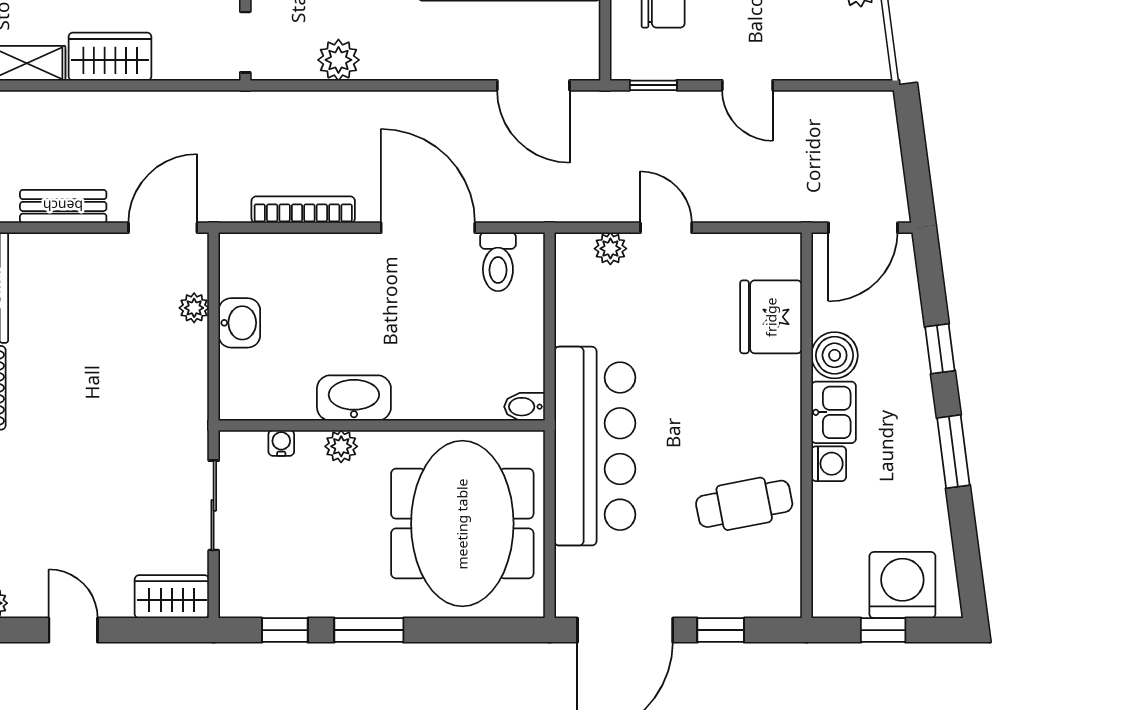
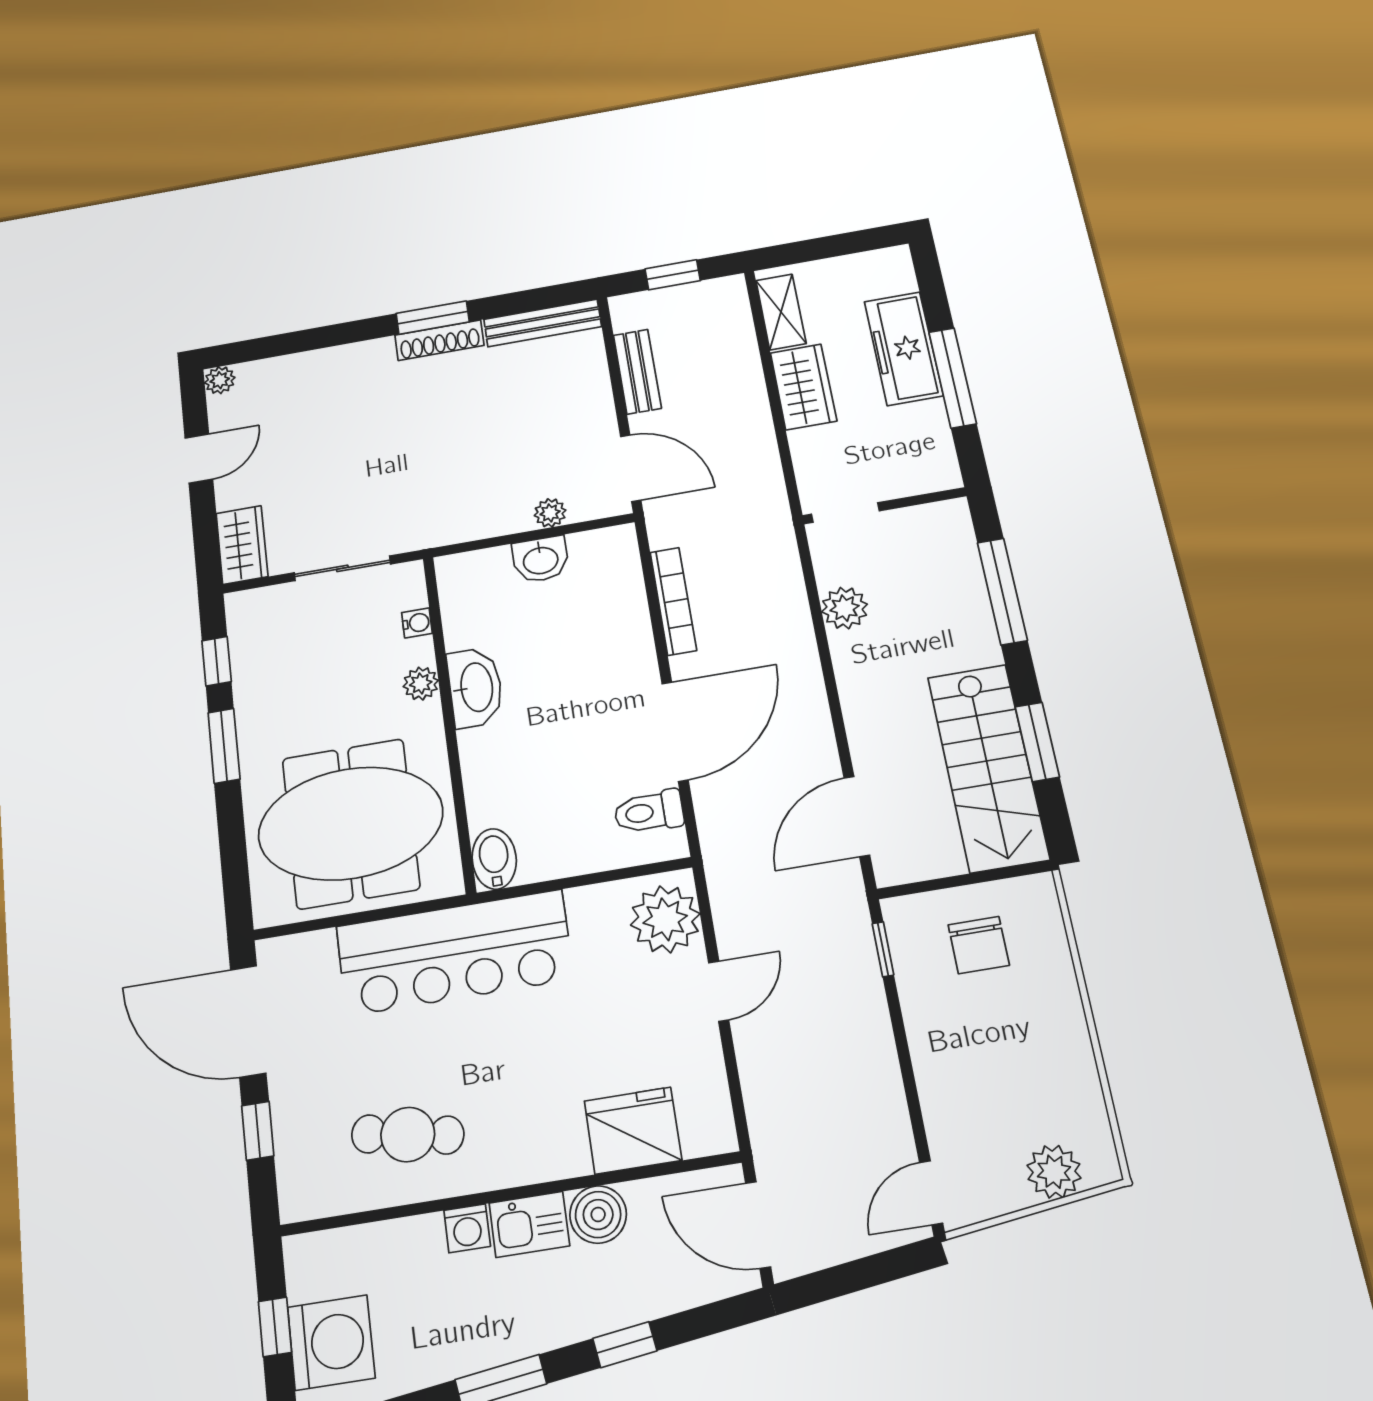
door: (747, 85) -> (931, 1193), moved
plant: (610, 249) -> (665, 919), width x1.88, depth x1.88
bidet: (524, 407) -> (494, 859), width x1.38, depth x1.36
cafe table: (744, 504) -> (408, 1135), turned -69

